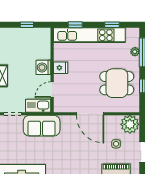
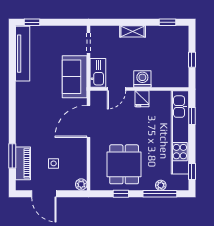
window: (112, 25) -> (192, 172), moved
door: (52, 90) -> (116, 89), swing flipped
door: (90, 114) -> (89, 121), moved
plant: (130, 124) -> (81, 184), width x0.53, depth x0.53

